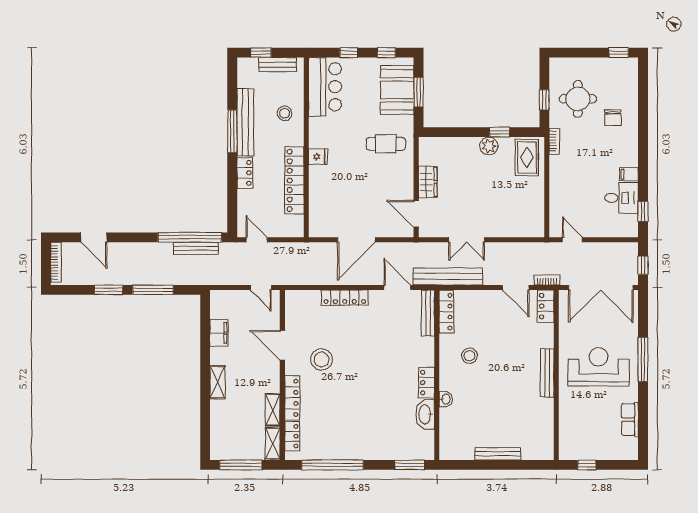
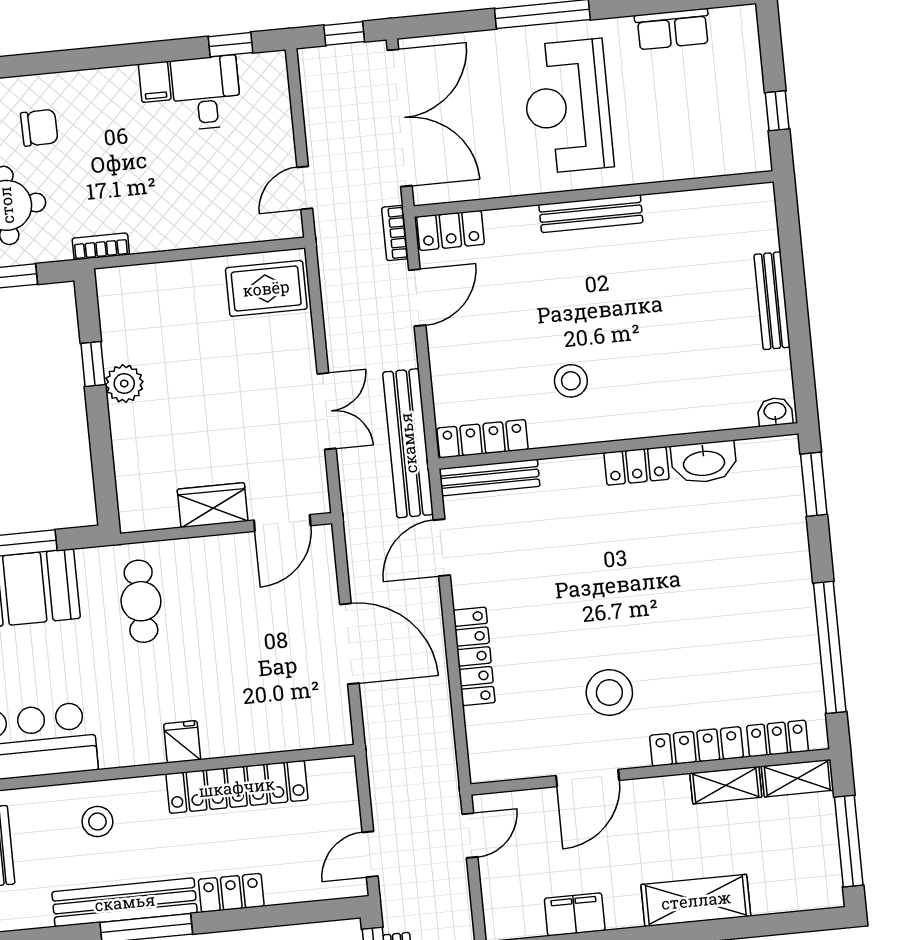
rug: (527, 158) -> (266, 288), moved
shelving: (217, 382) -> (696, 900), width x1.50, depth x1.33
washbasin: (446, 399) -> (775, 412), moved

